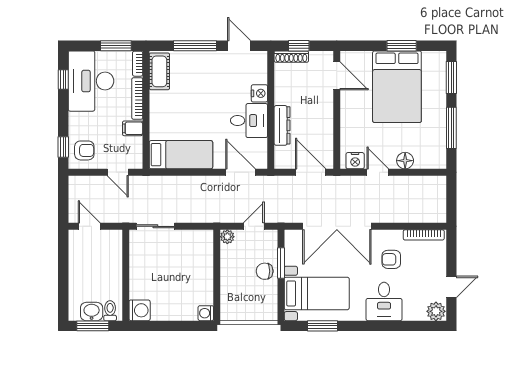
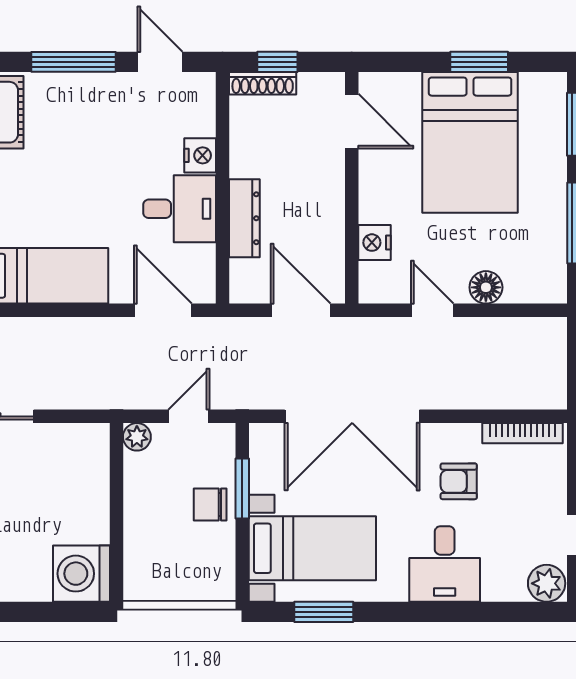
nightstand: (355, 161) -> (374, 243), moved, turned 90
washing machine: (206, 313) -> (81, 574), width x1.89, depth x1.89

